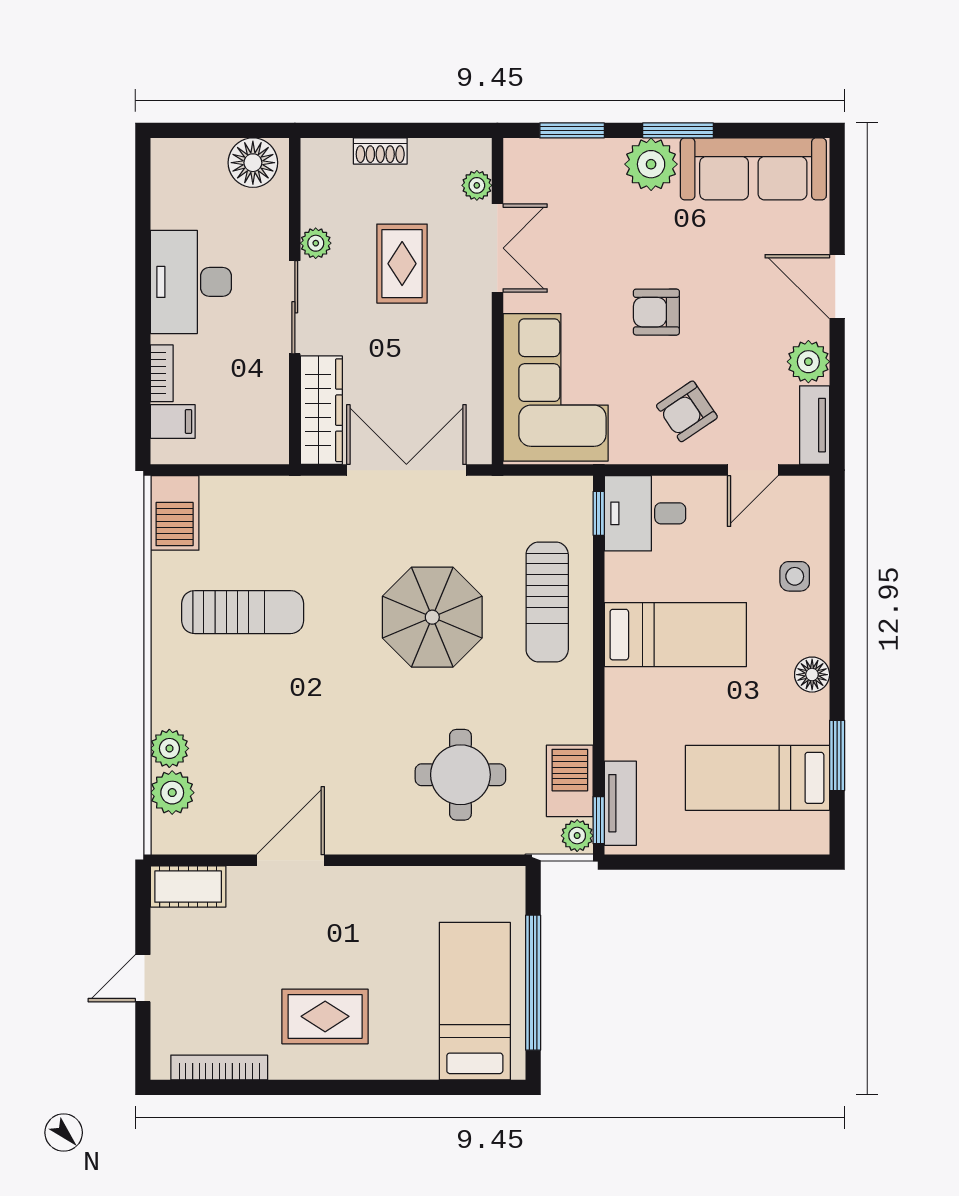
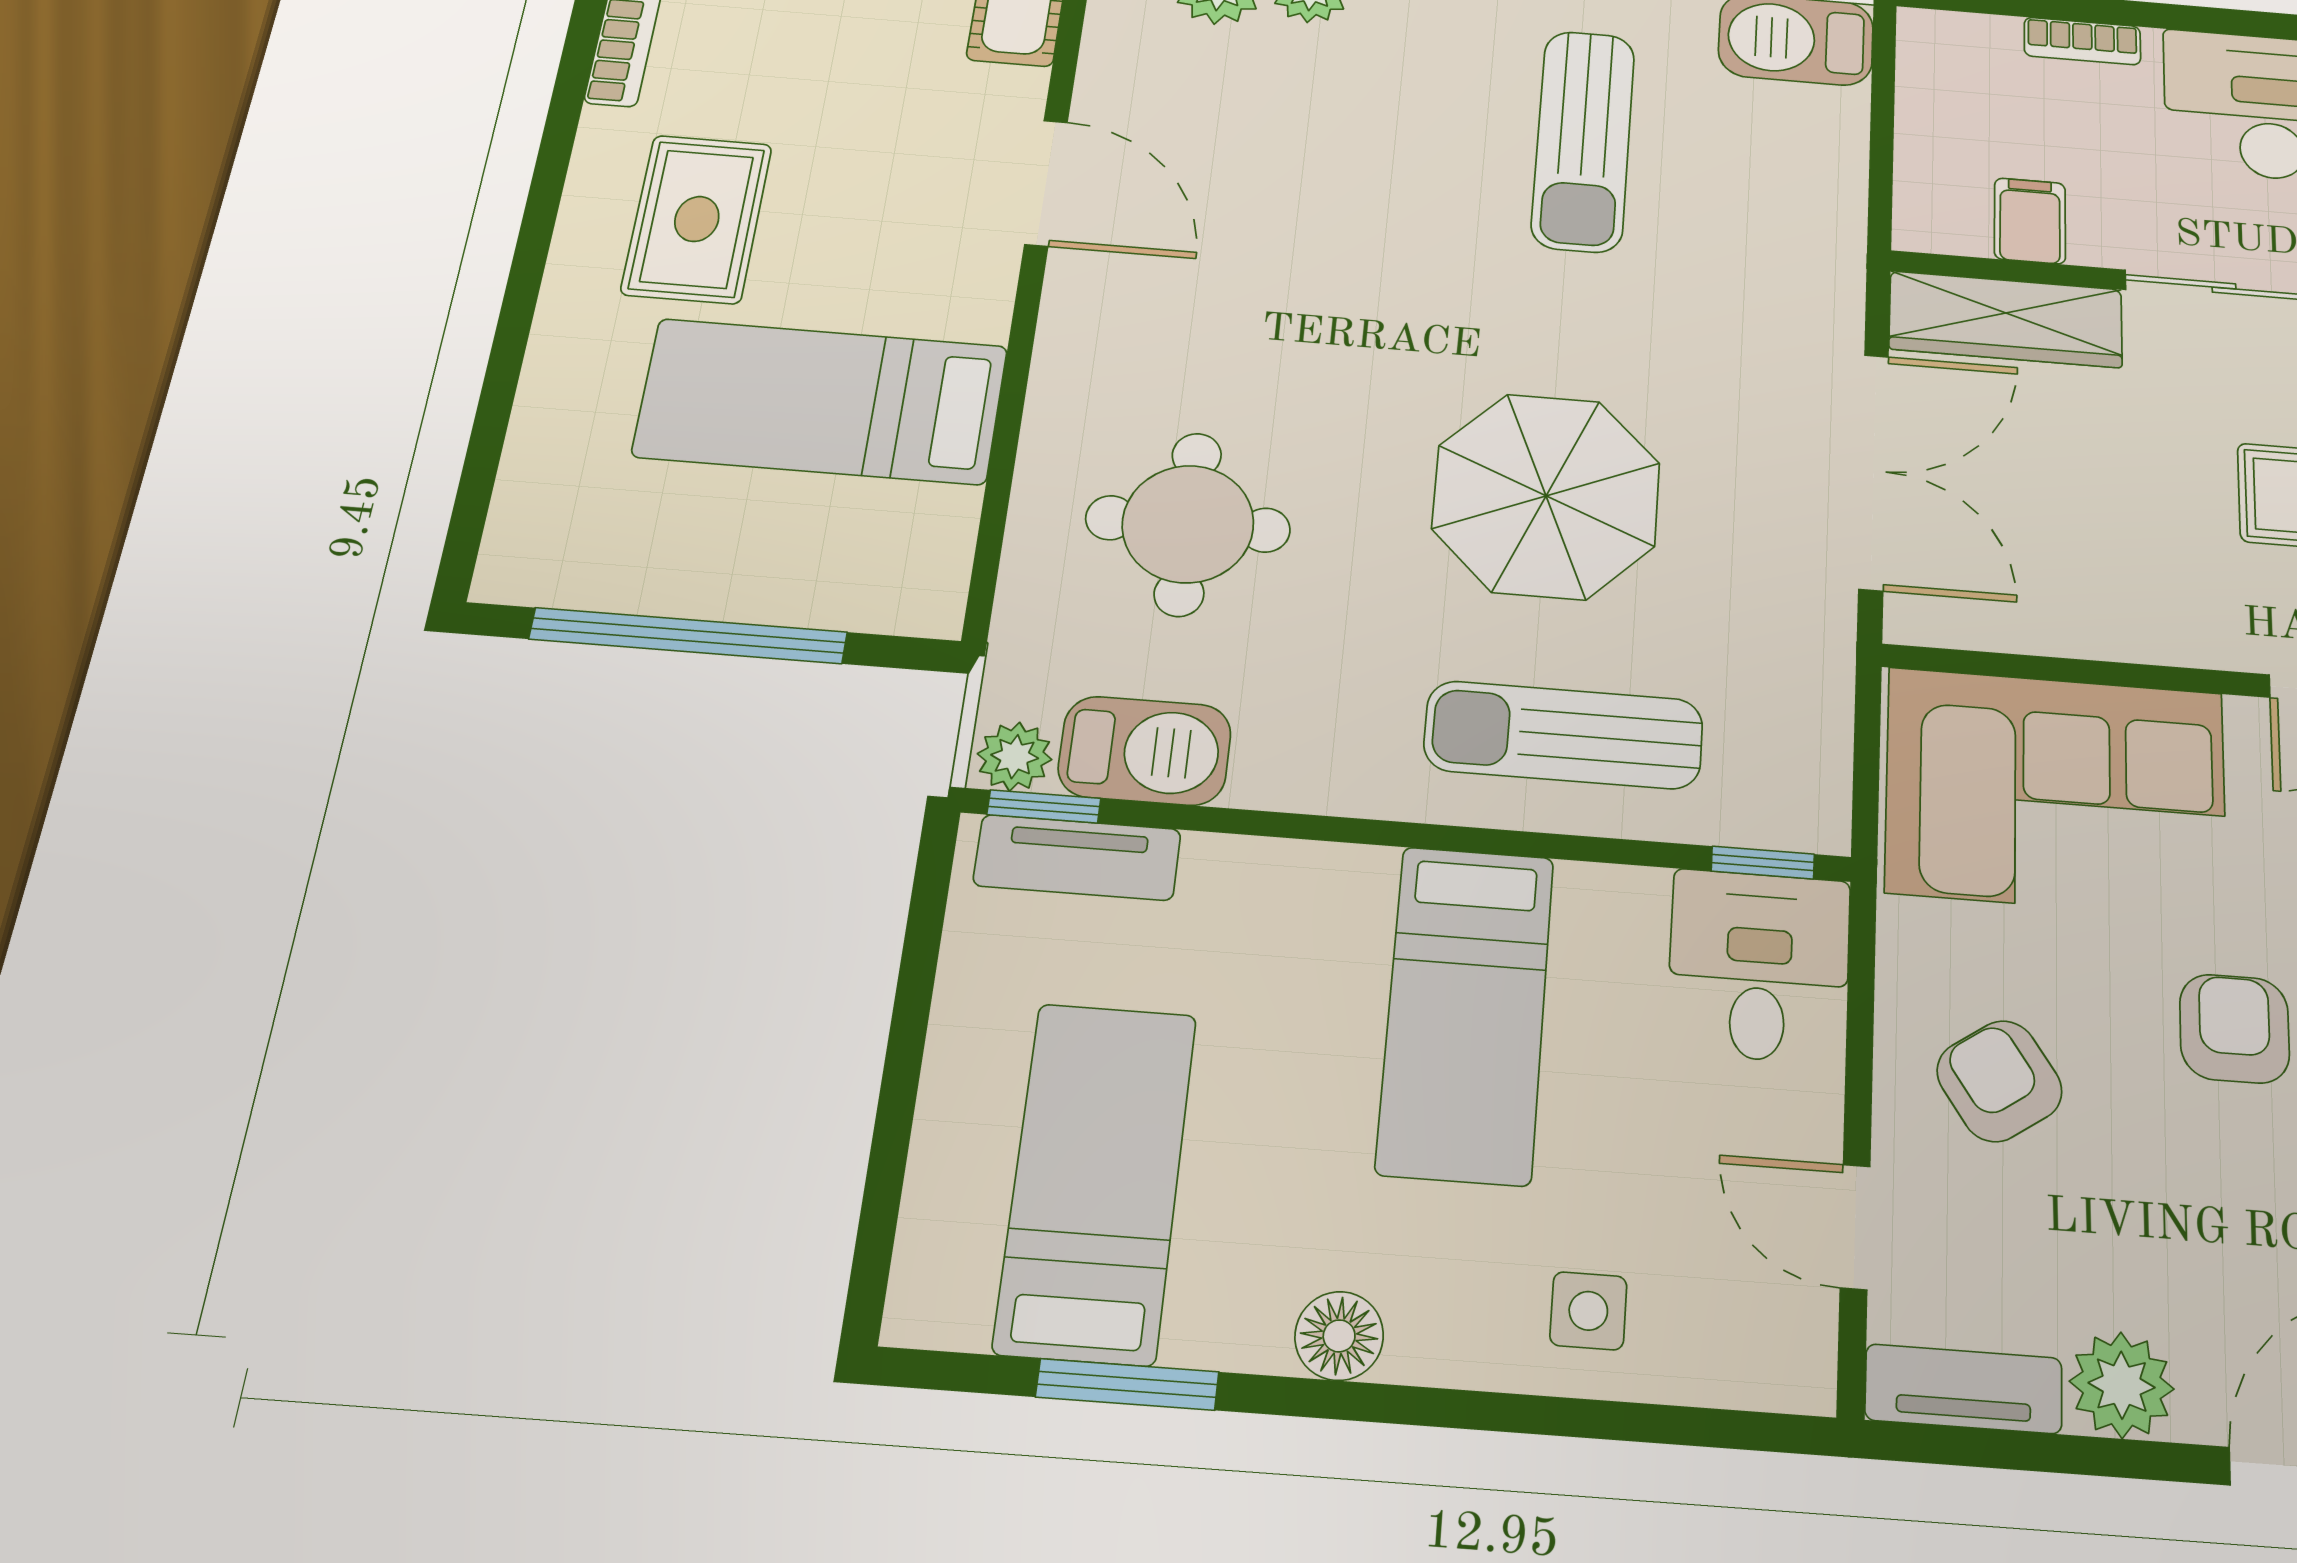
filing cabinet: (173, 421) -> (2030, 221), moved, turned 180
bed: (475, 1001) -> (821, 401), moved, turned 180

